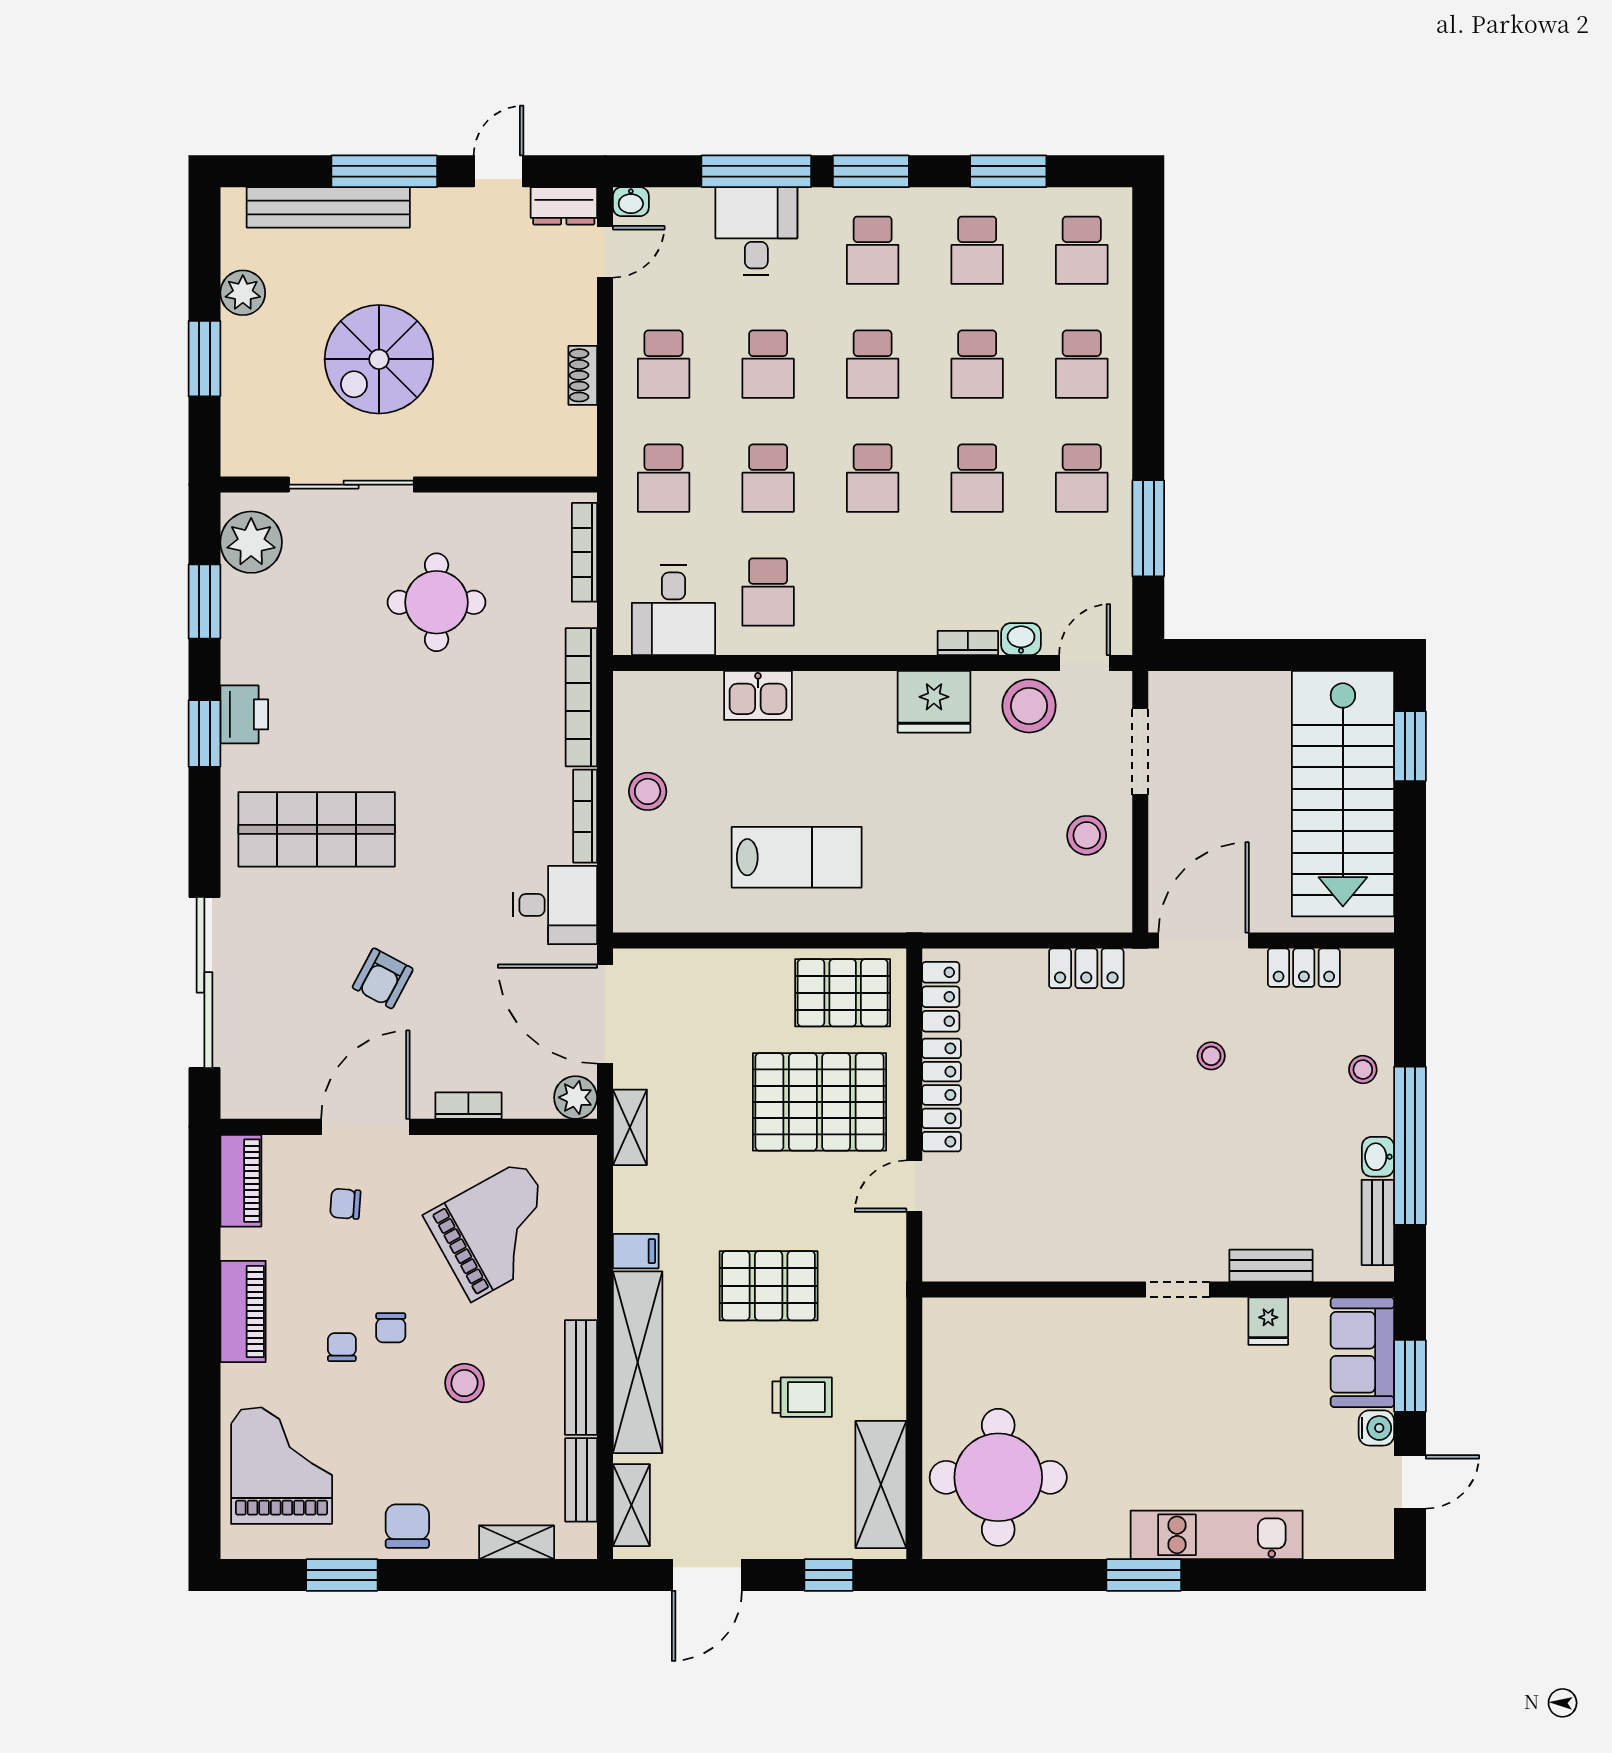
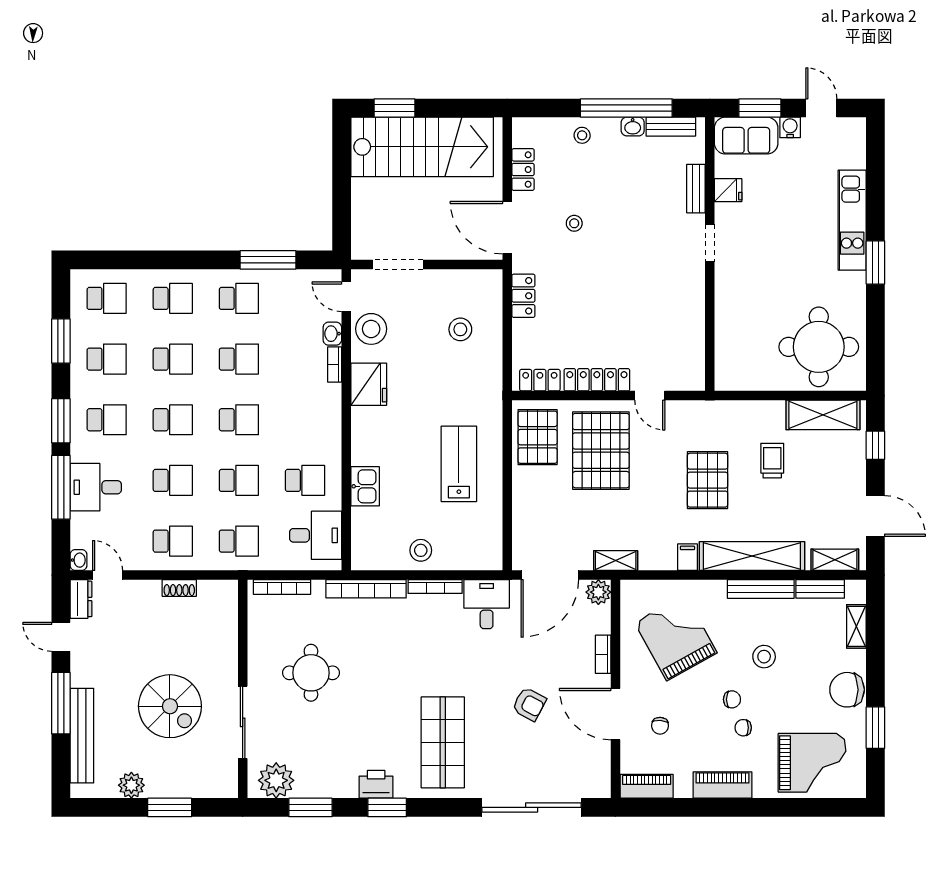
stool: (1087, 835) -> (460, 329), moved
grand piano: (282, 1466) -> (812, 763), turned 180
chair: (407, 1526) -> (847, 690), width x1.37, depth x1.37

